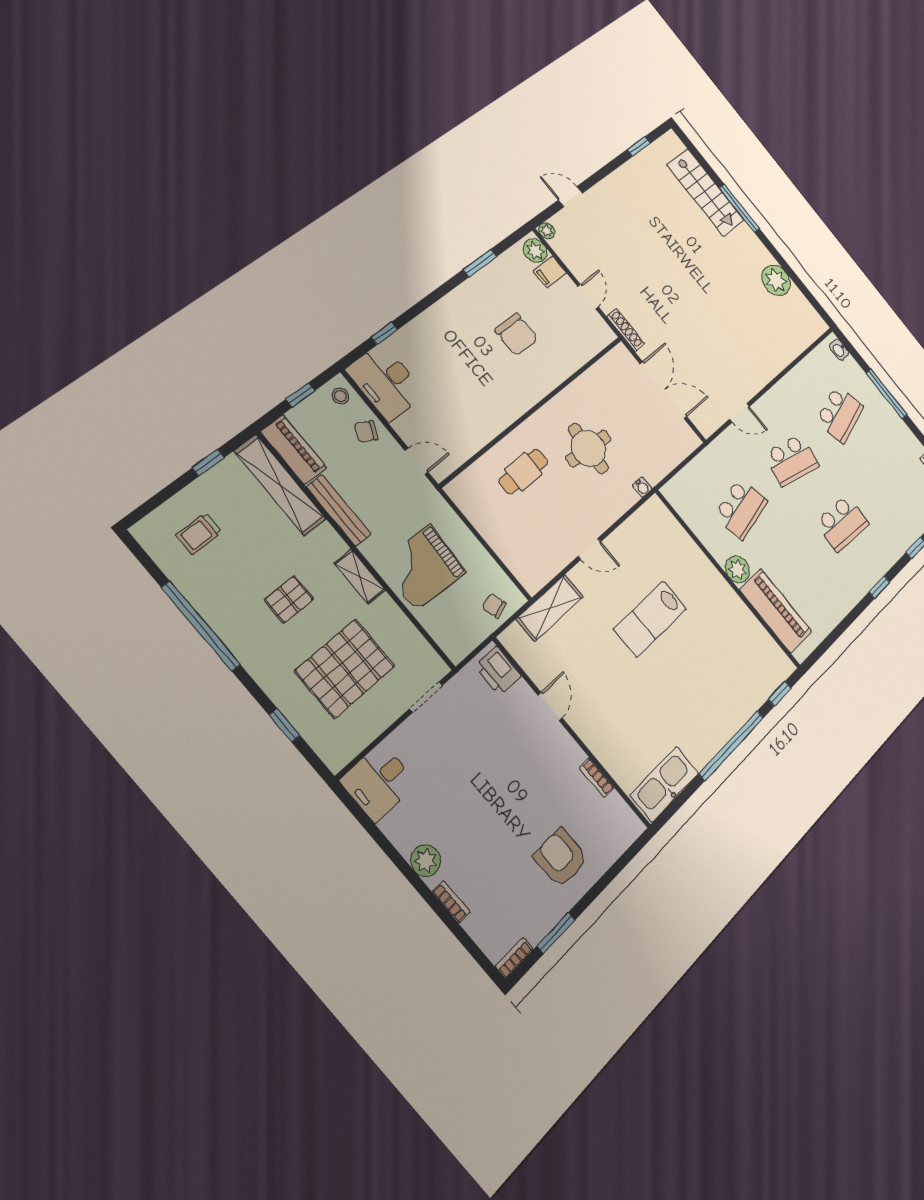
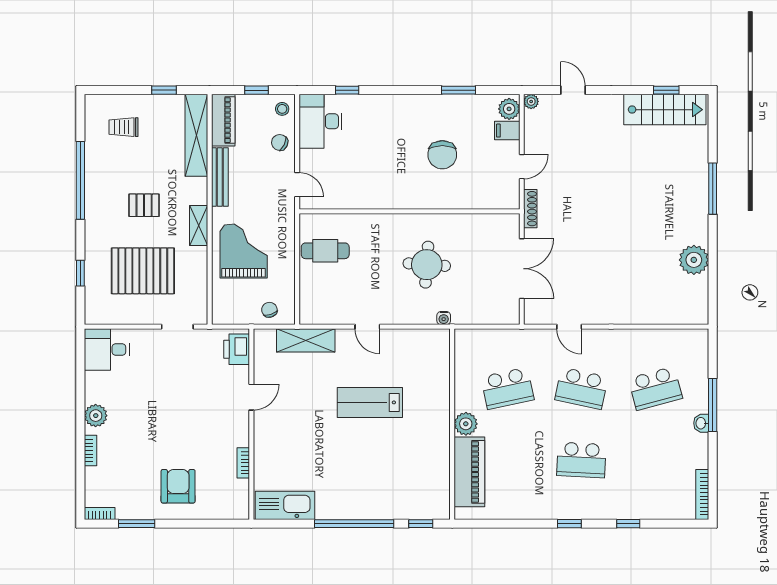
stairs: (706, 193) -> (665, 110), moved, turned -90
washbasin: (839, 350) -> (701, 423), moved
cafe table: (523, 472) -> (325, 251), moved
grand piano: (423, 567) -> (244, 251), turned 87

